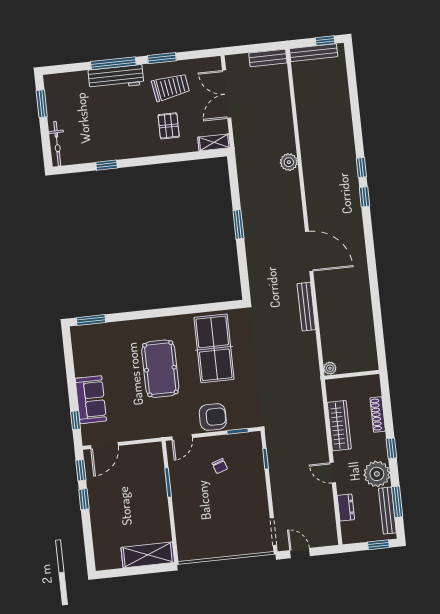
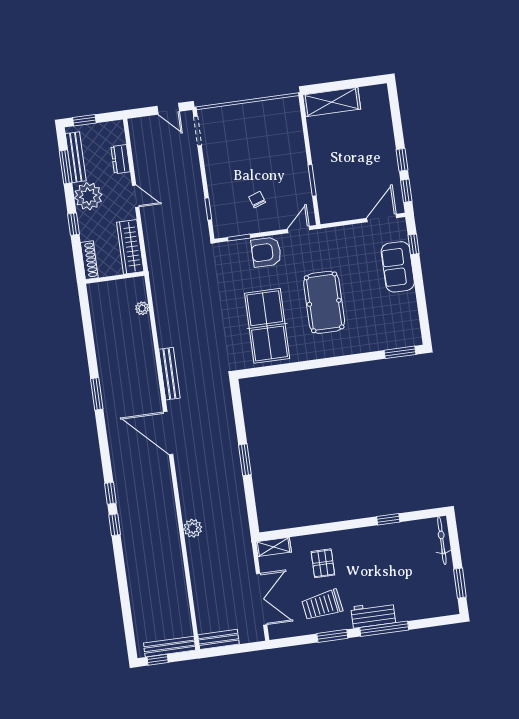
workbench: (116, 77) -> (373, 615), width x0.73
window: (374, 290) -> (97, 394), added
wall: (352, 375) -> (115, 278), moved

